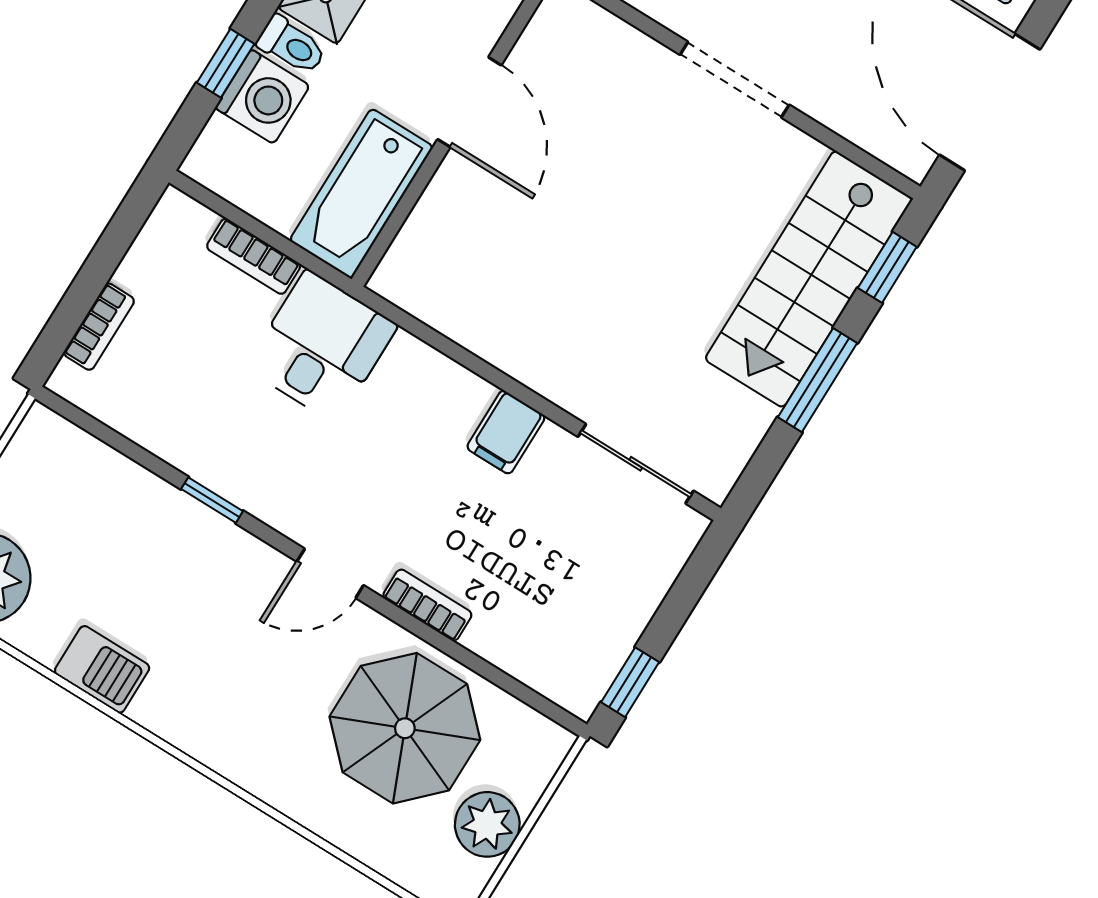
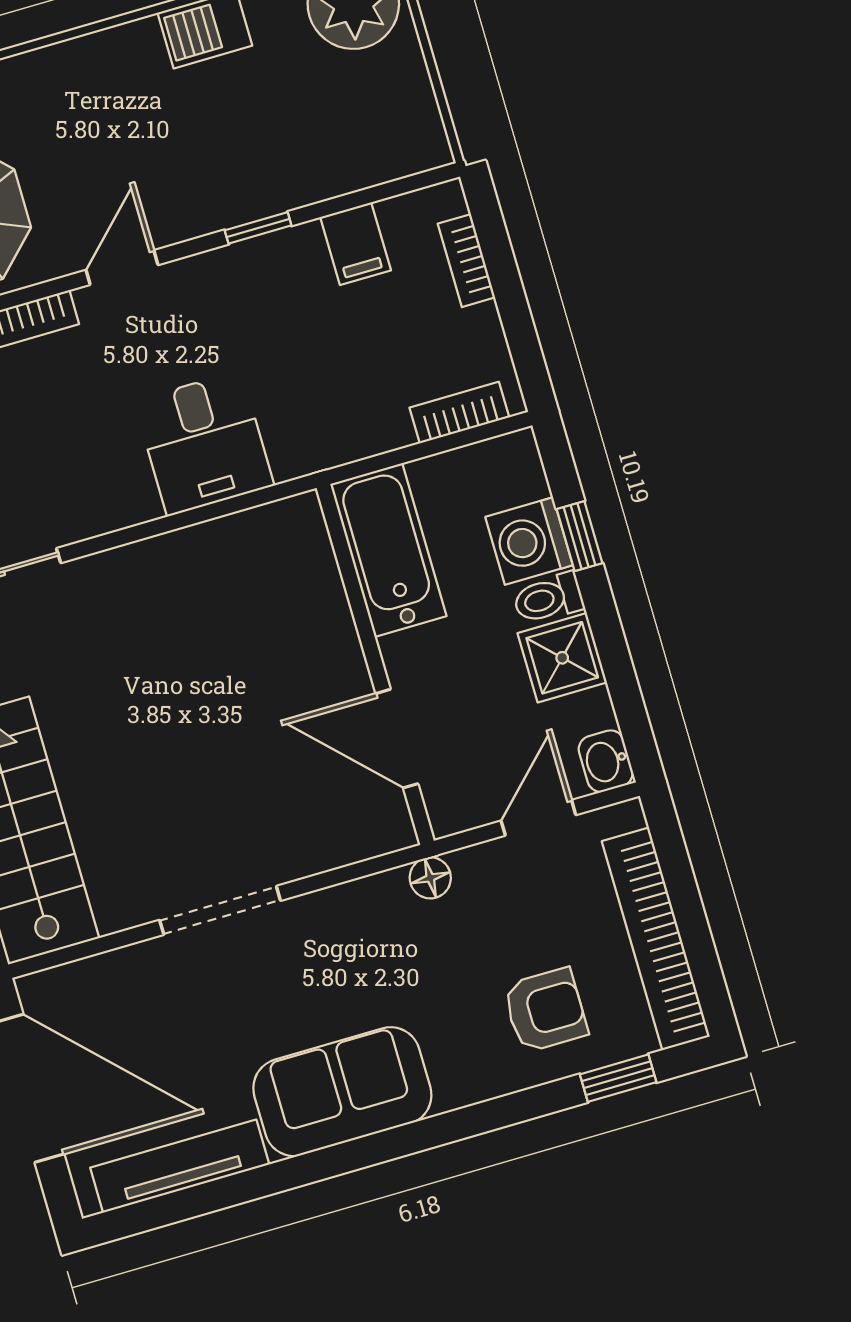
door: (469, 102) -> (397, 739), moved
bookcase: (254, 256) -> (459, 413), moved
desk: (321, 347) -> (204, 443), moved
filing cabinet: (506, 432) -> (356, 244), moved, turned 180

